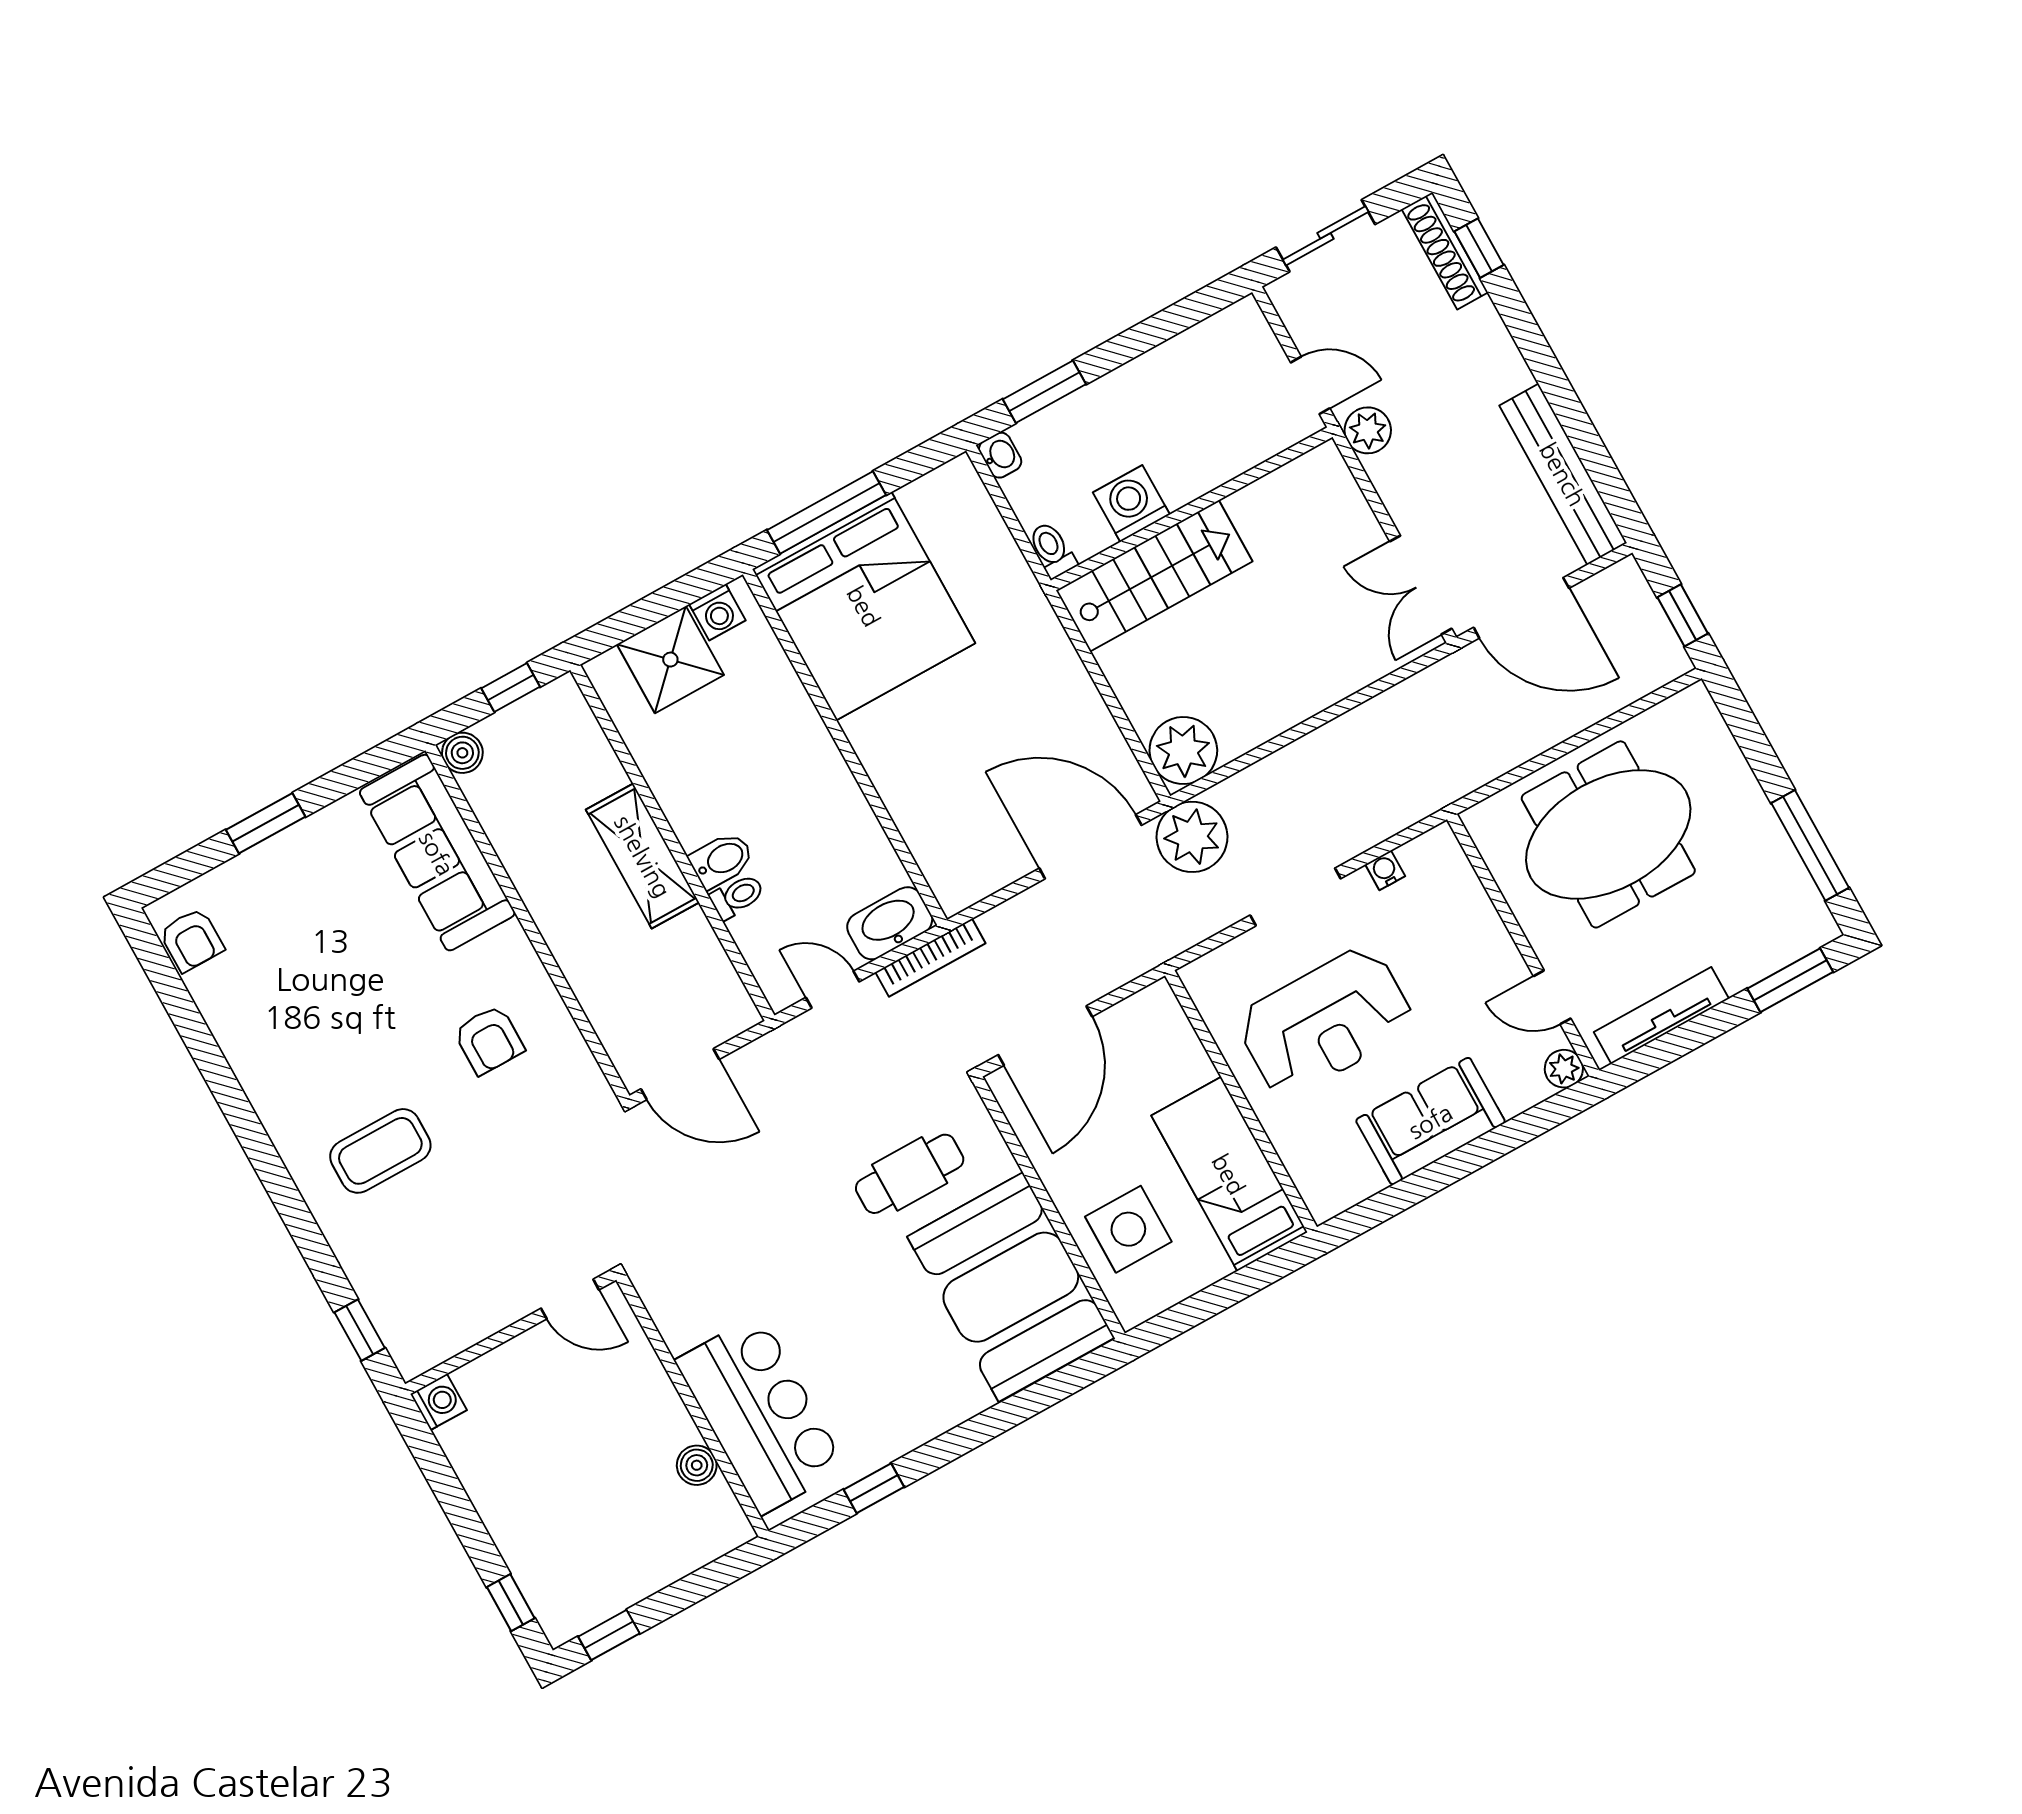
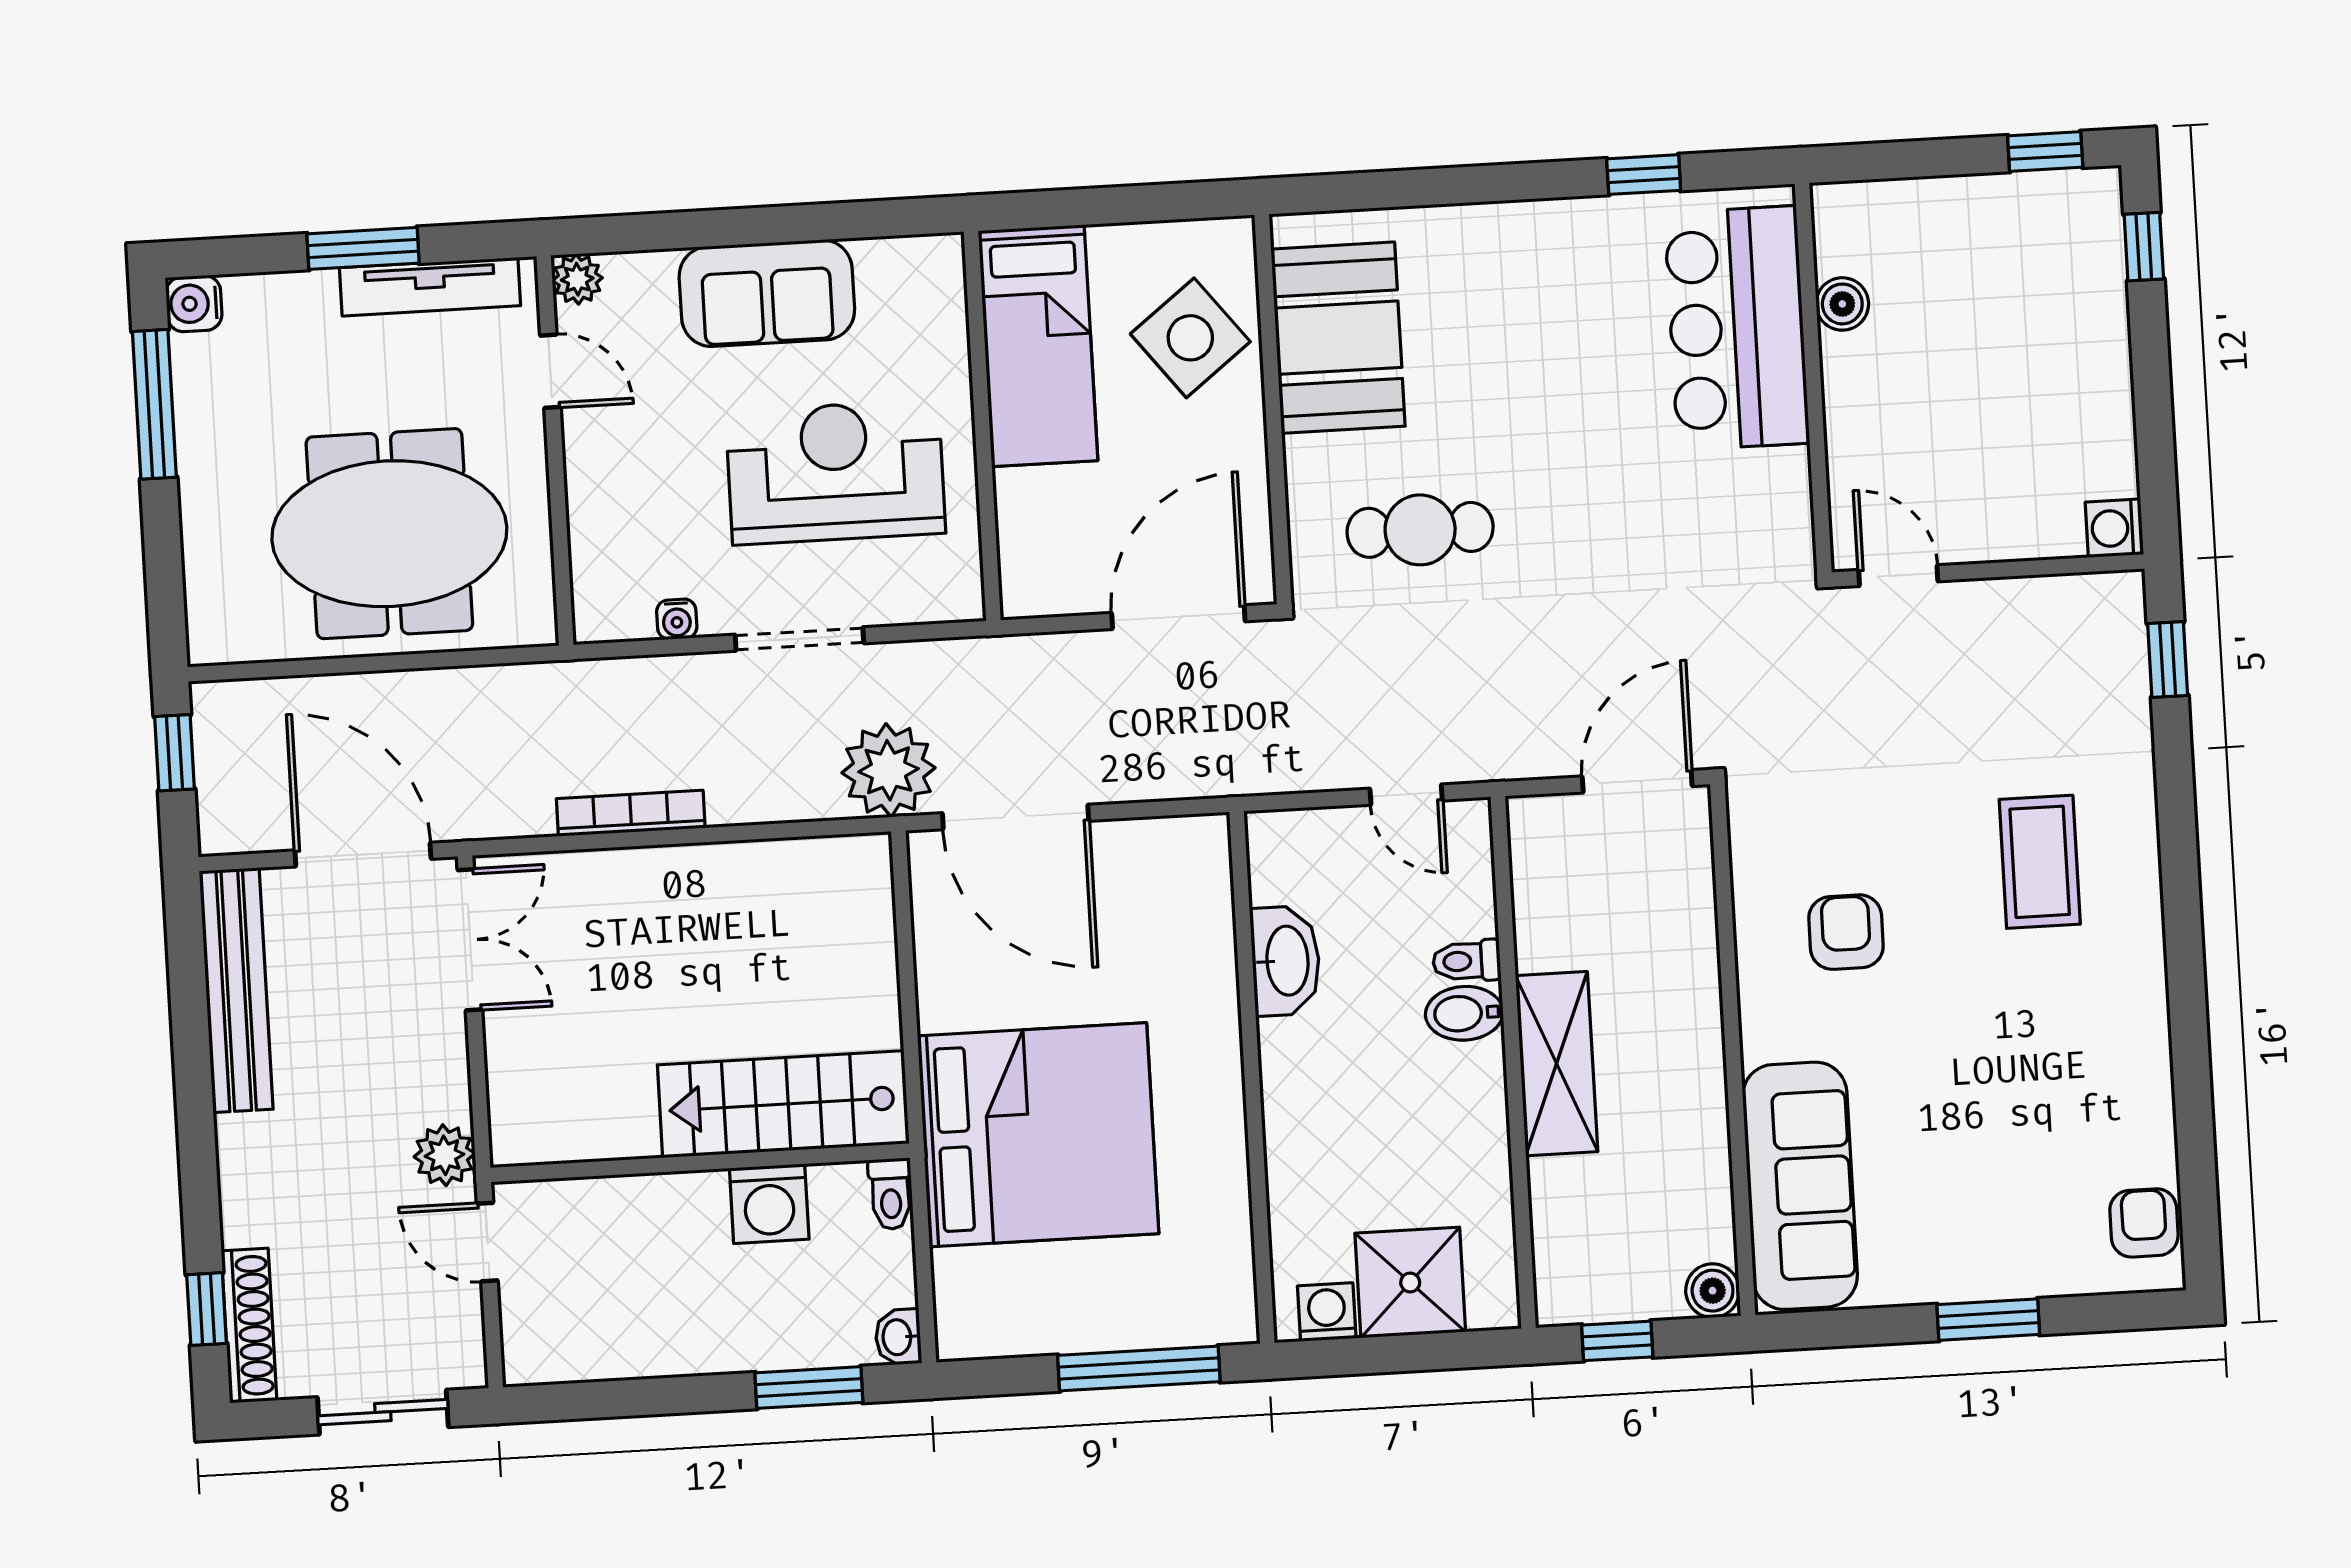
bed: (864, 606) -> (1038, 1135), moved, turned 90
plant: (1183, 750) -> (849, 879), removed
washbasin: (890, 923) -> (1286, 961), moved, turned -90
water cooler: (1816, 927) -> (194, 304), added
bookcase: (930, 958) -> (631, 813), moved
window: (1790, 980) -> (363, 248), moved
door: (680, 1074) -> (1637, 781), hinge flipped
coffee table: (380, 1151) -> (2040, 862), turned 90
side table: (1128, 1229) -> (1190, 338), turned -38
booth: (1011, 1287) -> (1338, 338), width x0.73, depth x0.70

